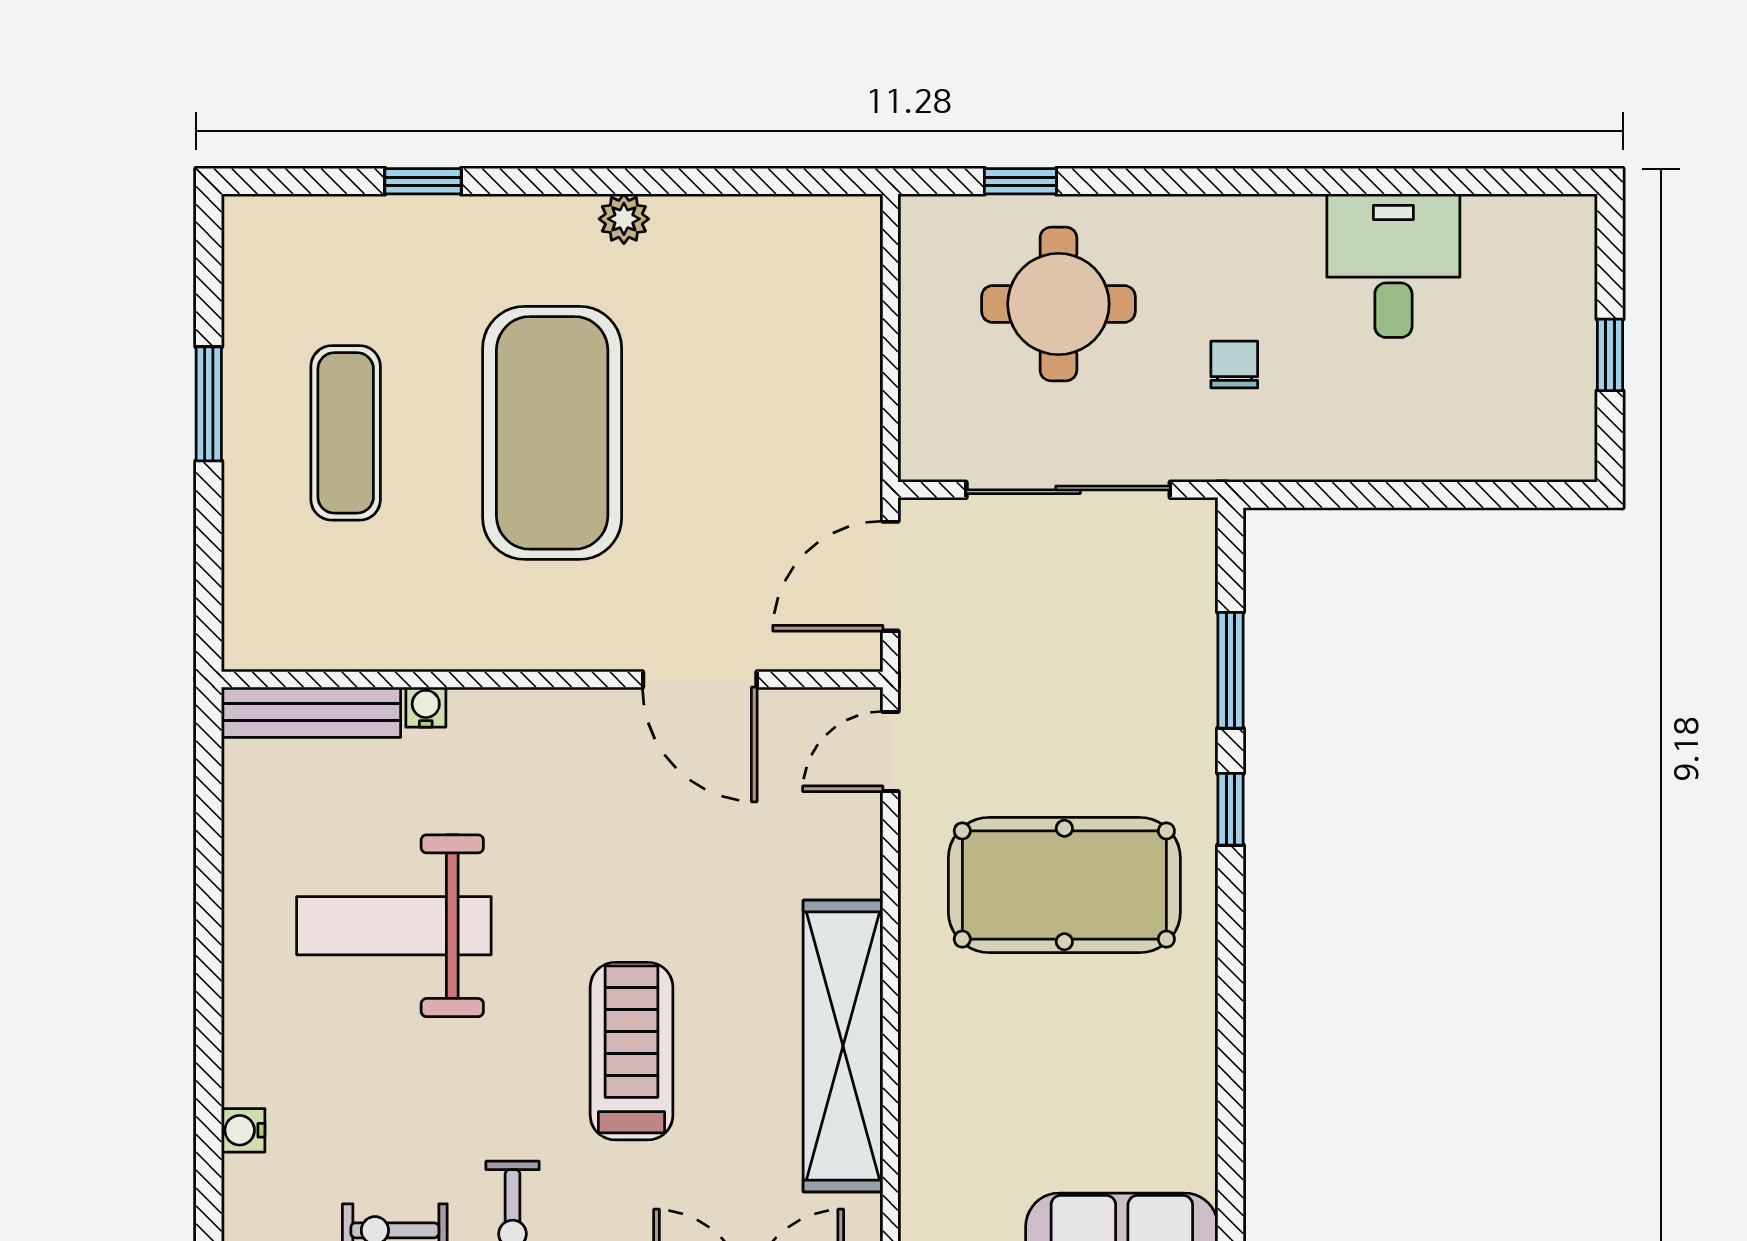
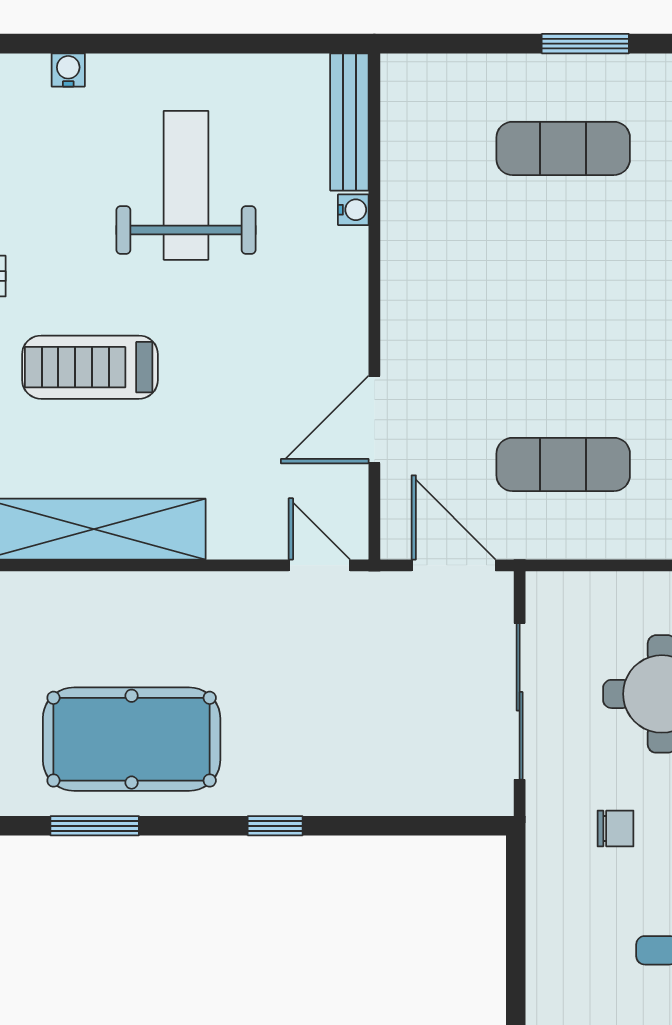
exercise mat: (552, 433) -> (563, 464), moved, width x0.50, depth x0.69
window: (1231, 670) -> (95, 826), moved
pool table: (1064, 885) -> (132, 739), moved, turned 90
treadmill: (632, 1051) -> (90, 367), turned 180
water cooler: (243, 1130) -> (68, 70), moved

